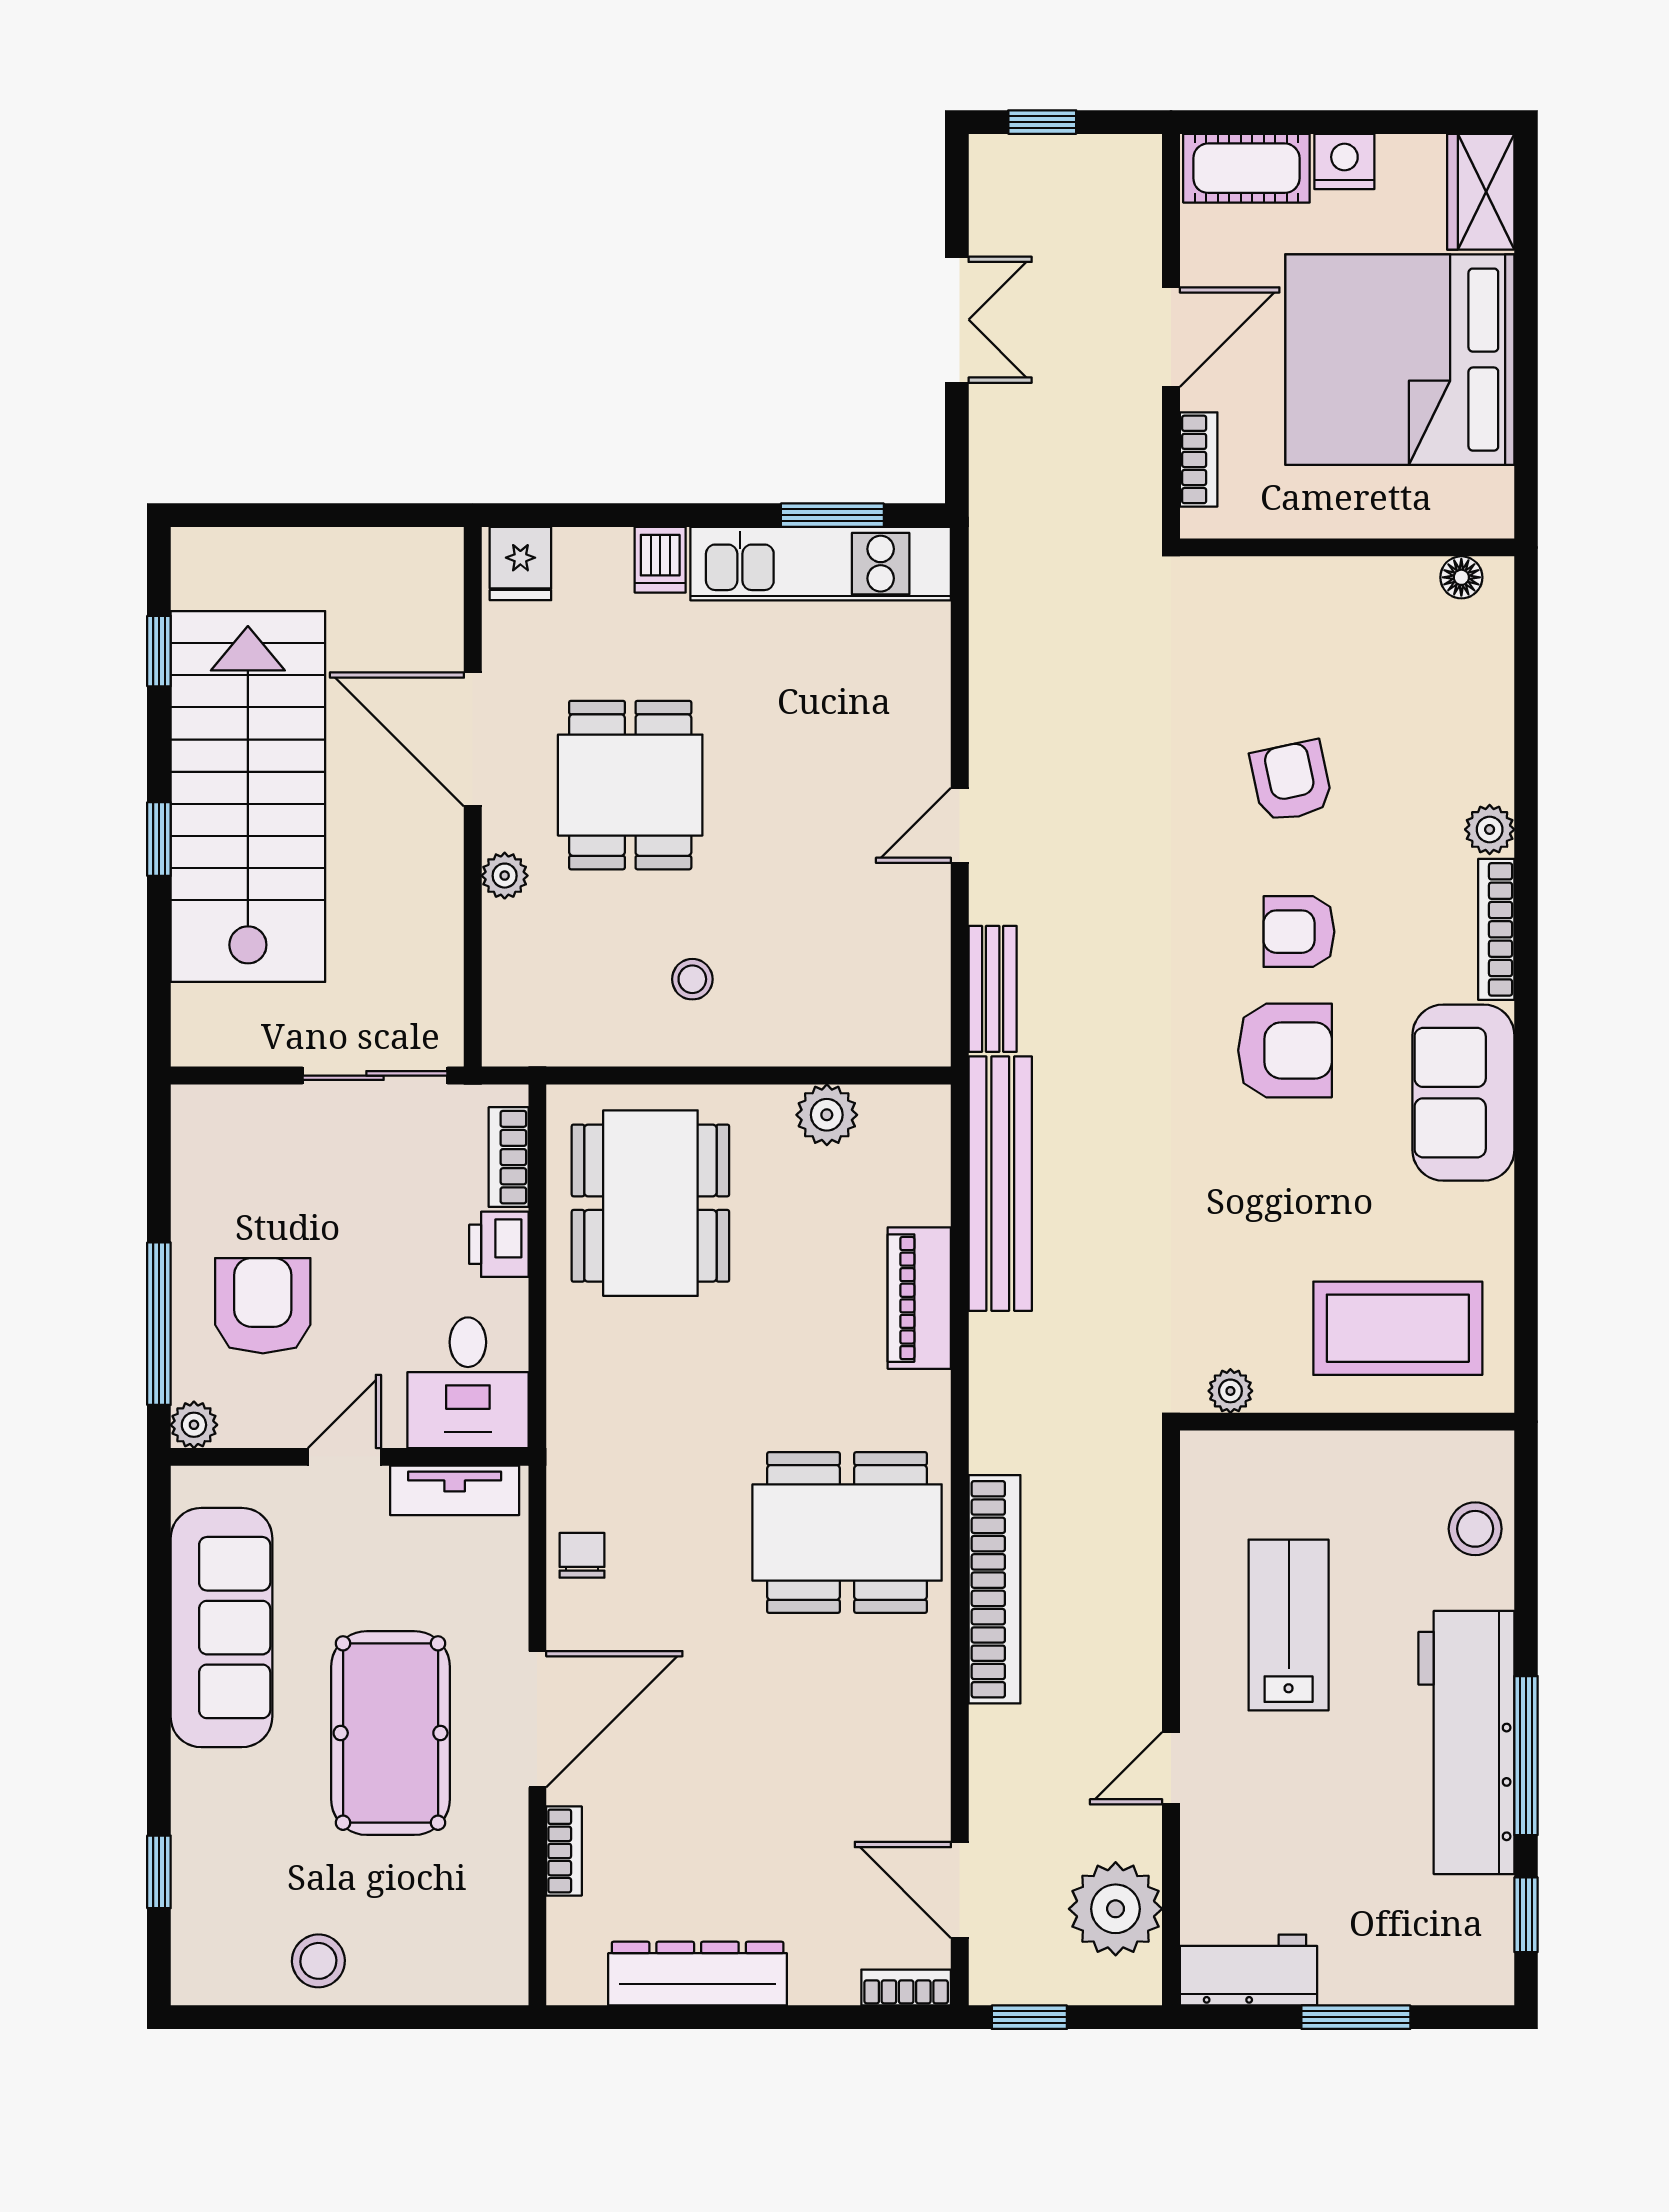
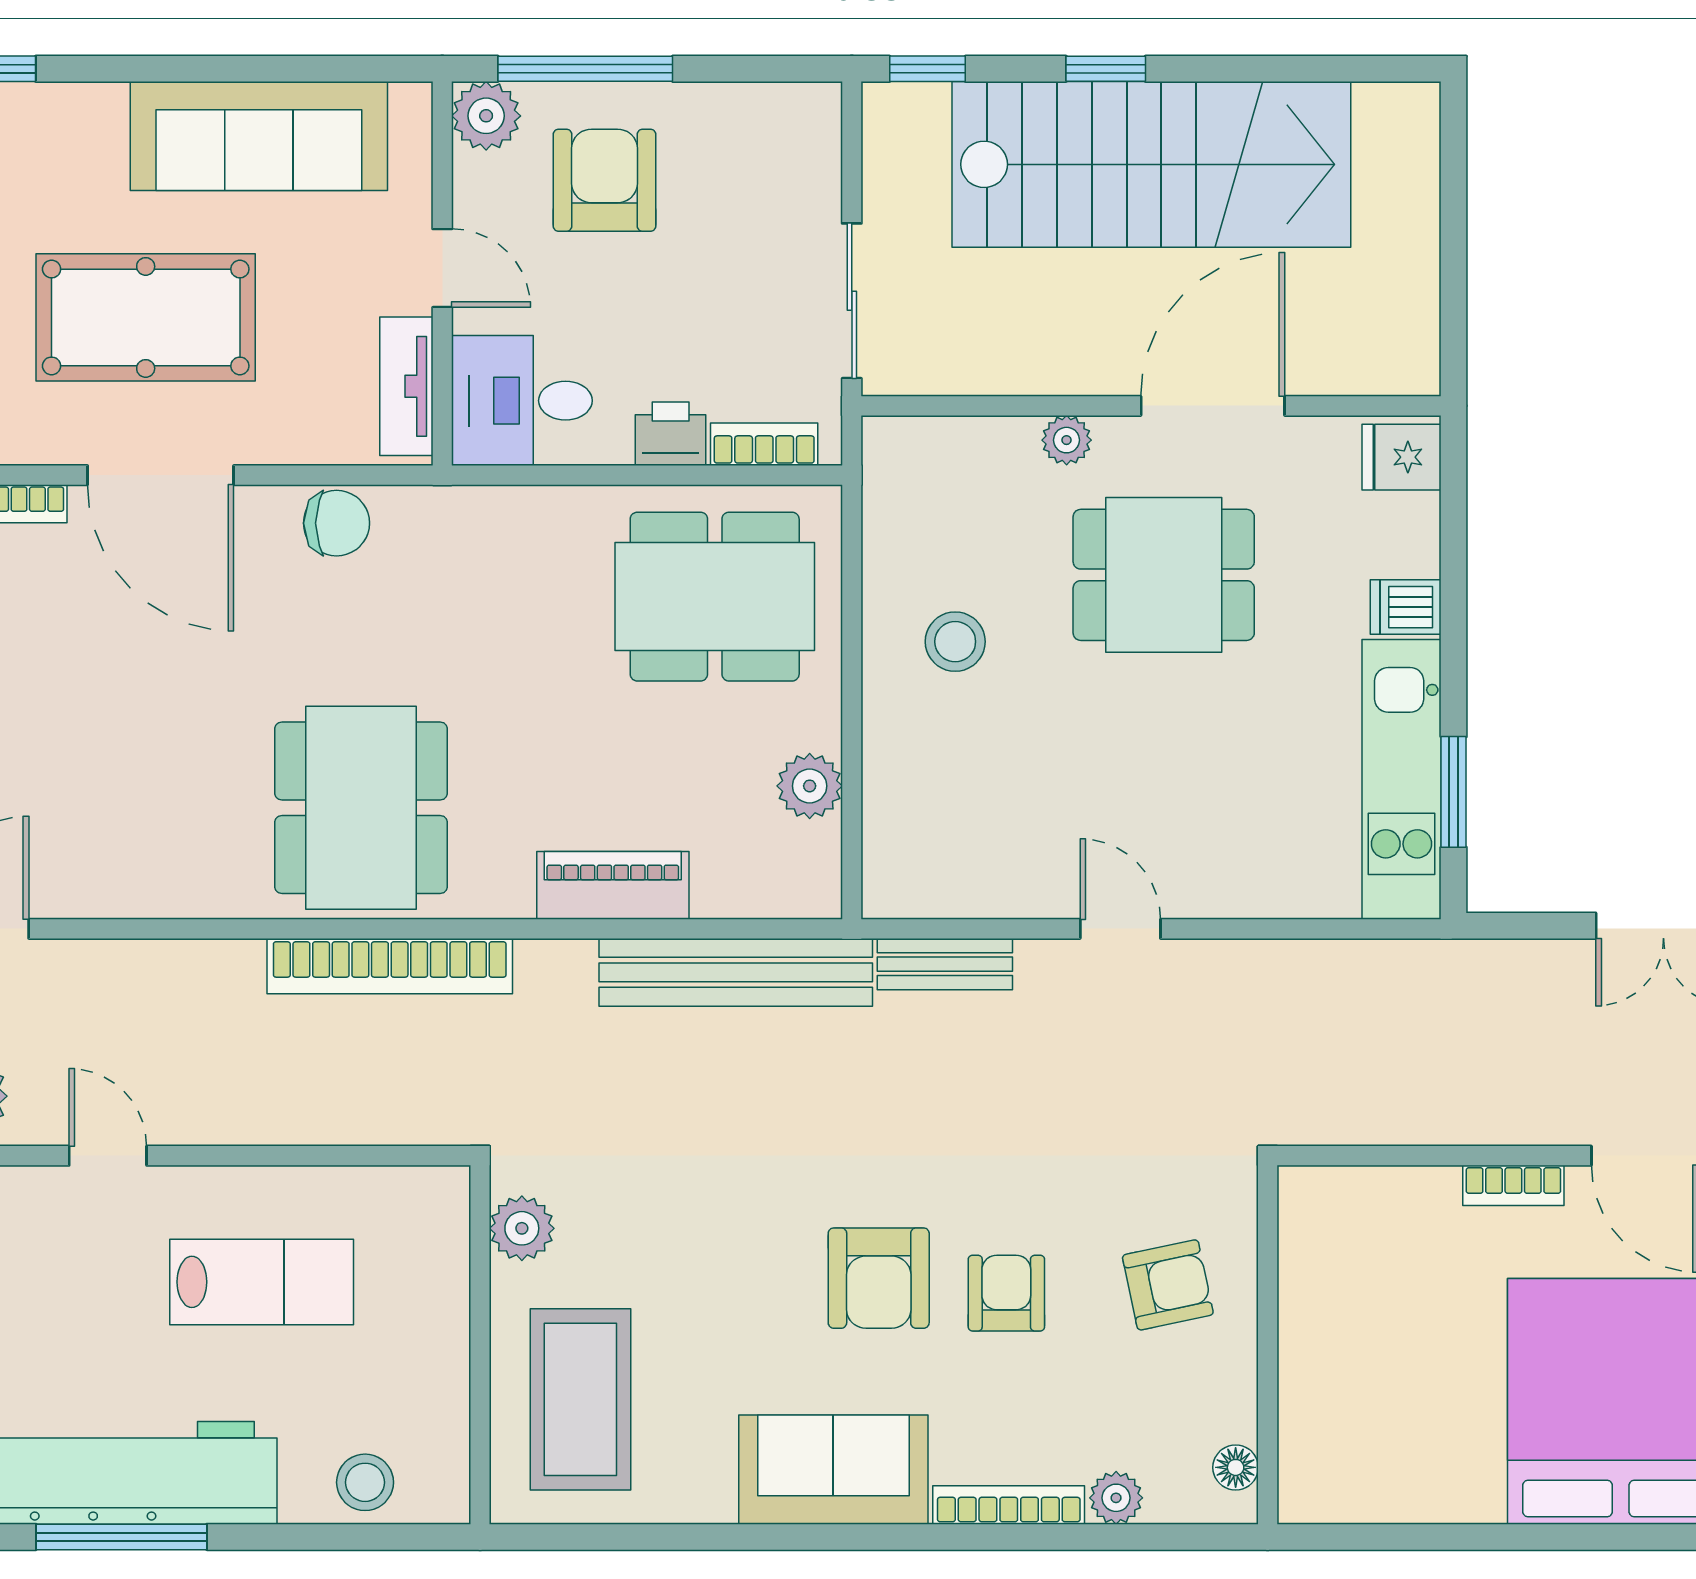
wall: (1347, 547) -> (1268, 1345), moved
floor lamp: (1461, 577) -> (1236, 1467), moved
window: (159, 651) -> (927, 69), moved
stool: (692, 979) -> (955, 642), width x1.37, depth x1.37
armchair: (263, 1306) -> (604, 180), turned -90
plant: (1230, 1391) -> (522, 1228), width x1.38, depth x1.38
plant: (194, 1425) -> (486, 116), width x1.38, depth x1.38
chair: (582, 1555) -> (337, 523), width x1.37, depth x1.37
bookcase: (995, 1589) -> (390, 966), moved

